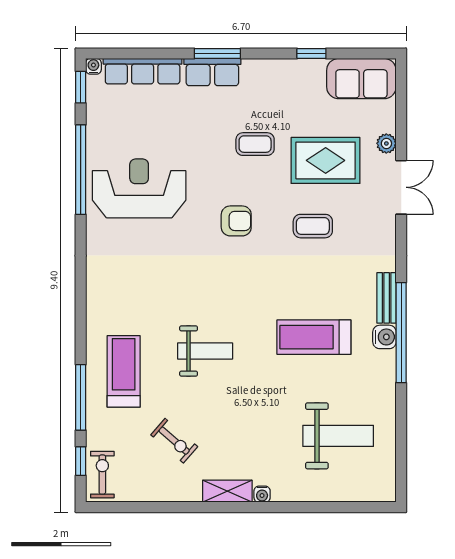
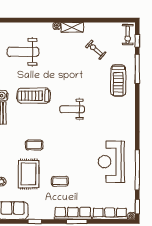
row of seats: (212, 72) -> (73, 213), width x1.48
rug: (326, 160) -> (29, 174), turned 90
reception desk: (139, 188) -> (111, 162), turned 90
armchair: (236, 221) -> (68, 147), removed
treadmill: (314, 337) -> (34, 96), turned 180
weight bench: (205, 351) -> (72, 109), moved

